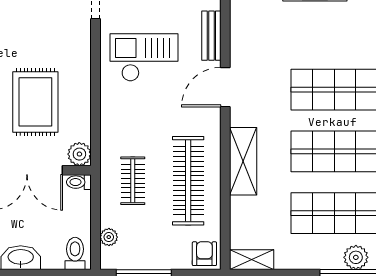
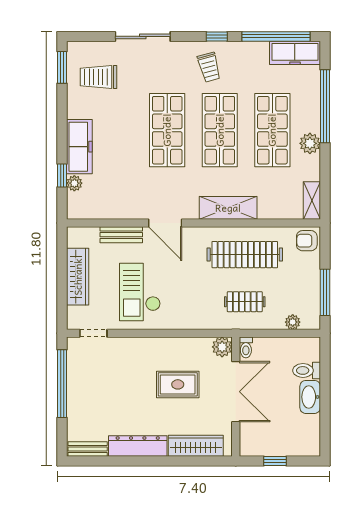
rug: (35, 102) -> (178, 384), width x0.73, depth x0.70
toilet: (75, 253) -> (307, 370), moved
plant: (356, 257) -> (310, 143), moved

